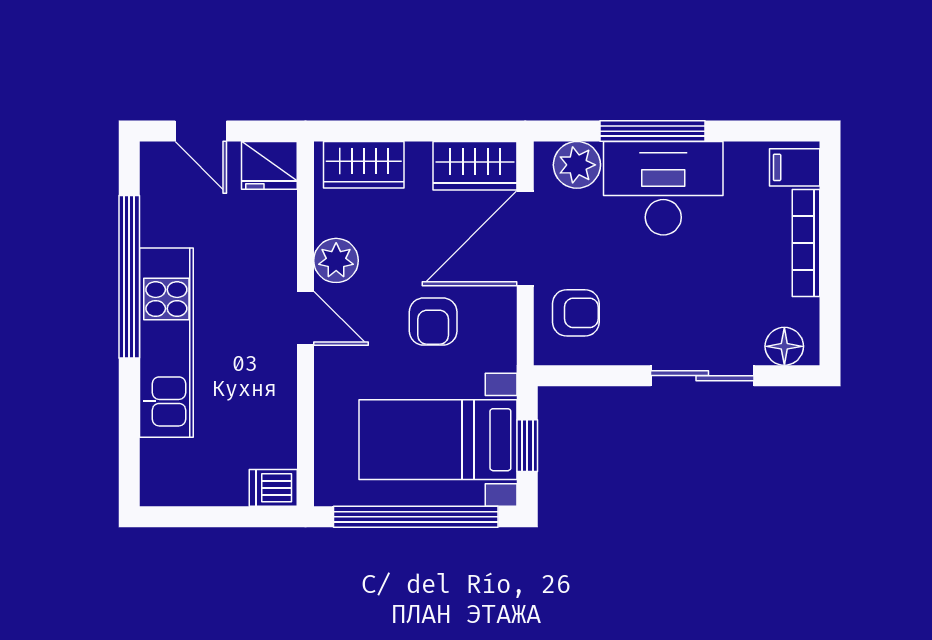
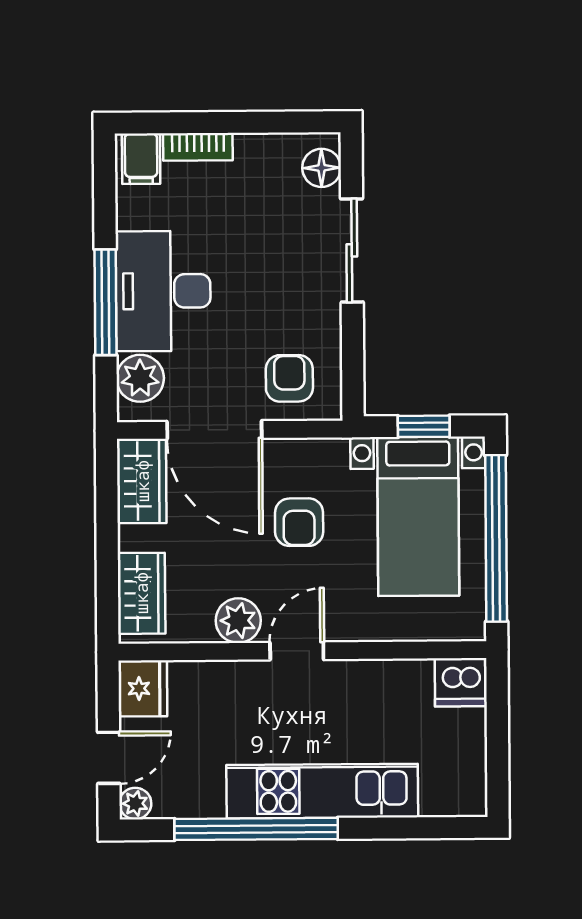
plant: (155, 157) -> (135, 803), added
bookcase: (806, 243) -> (198, 147), width x0.64
armchair: (433, 322) -> (299, 522), turned 90
dishwasher: (273, 488) -> (461, 682), width x1.38

